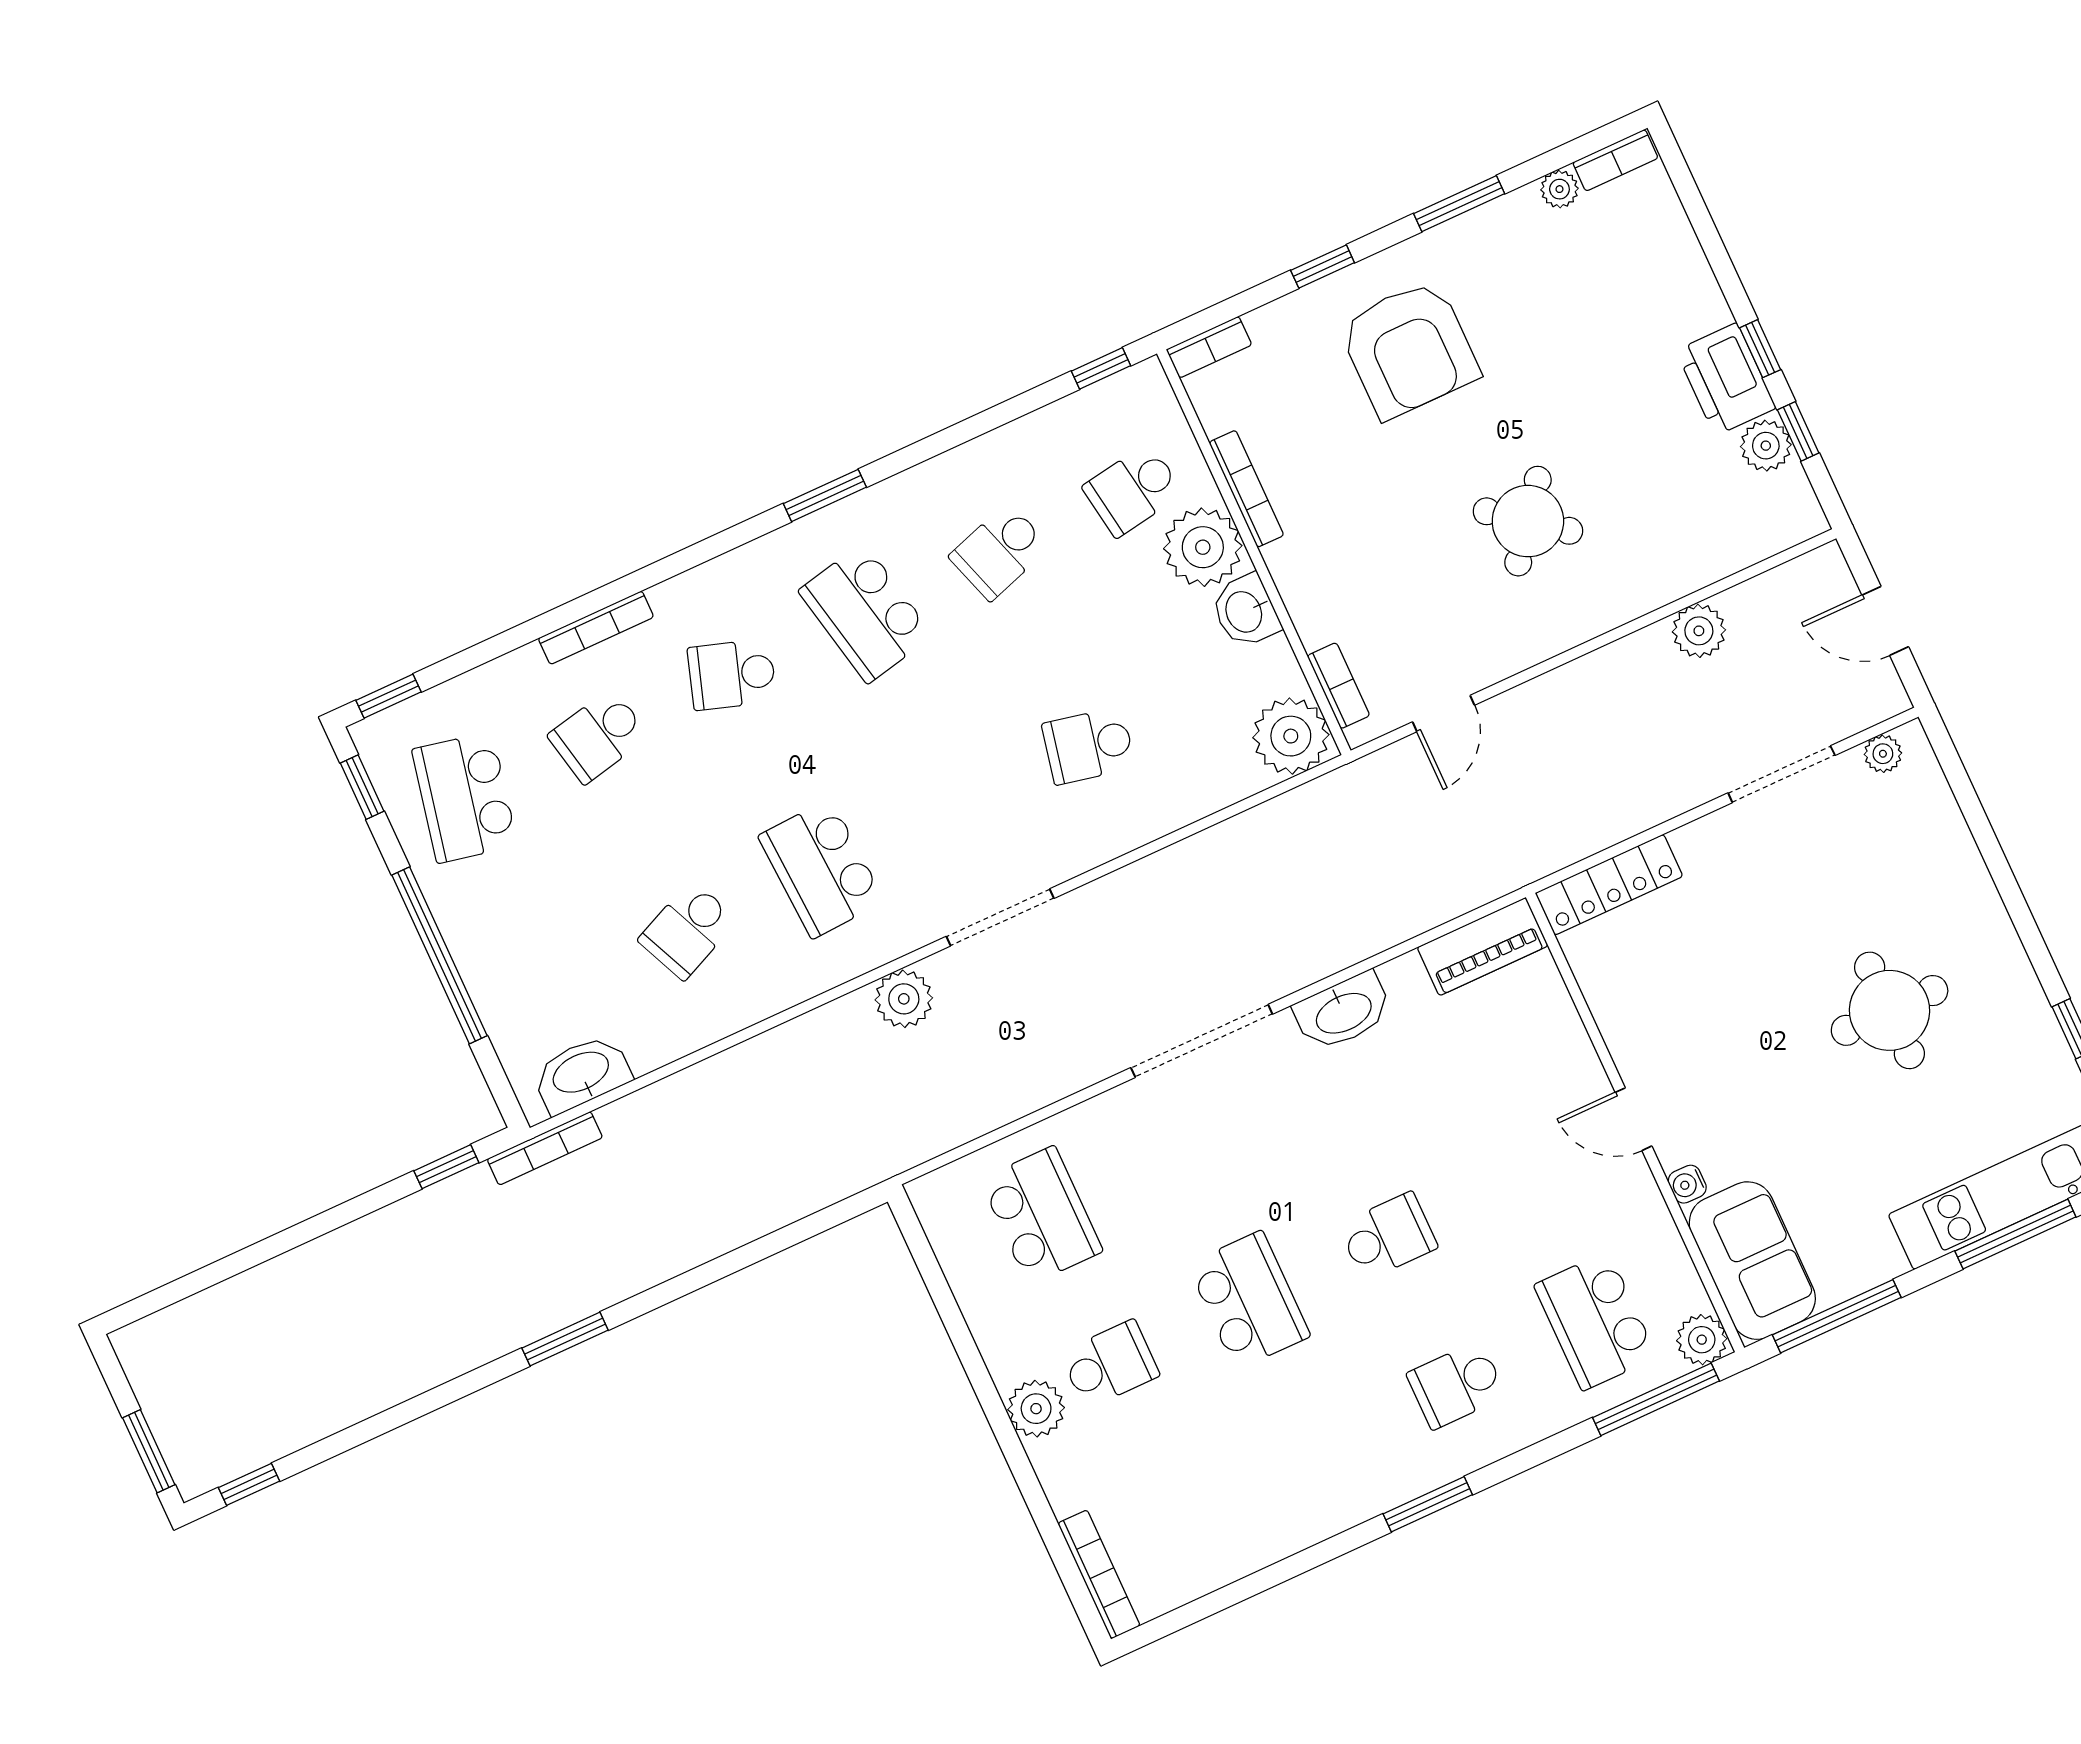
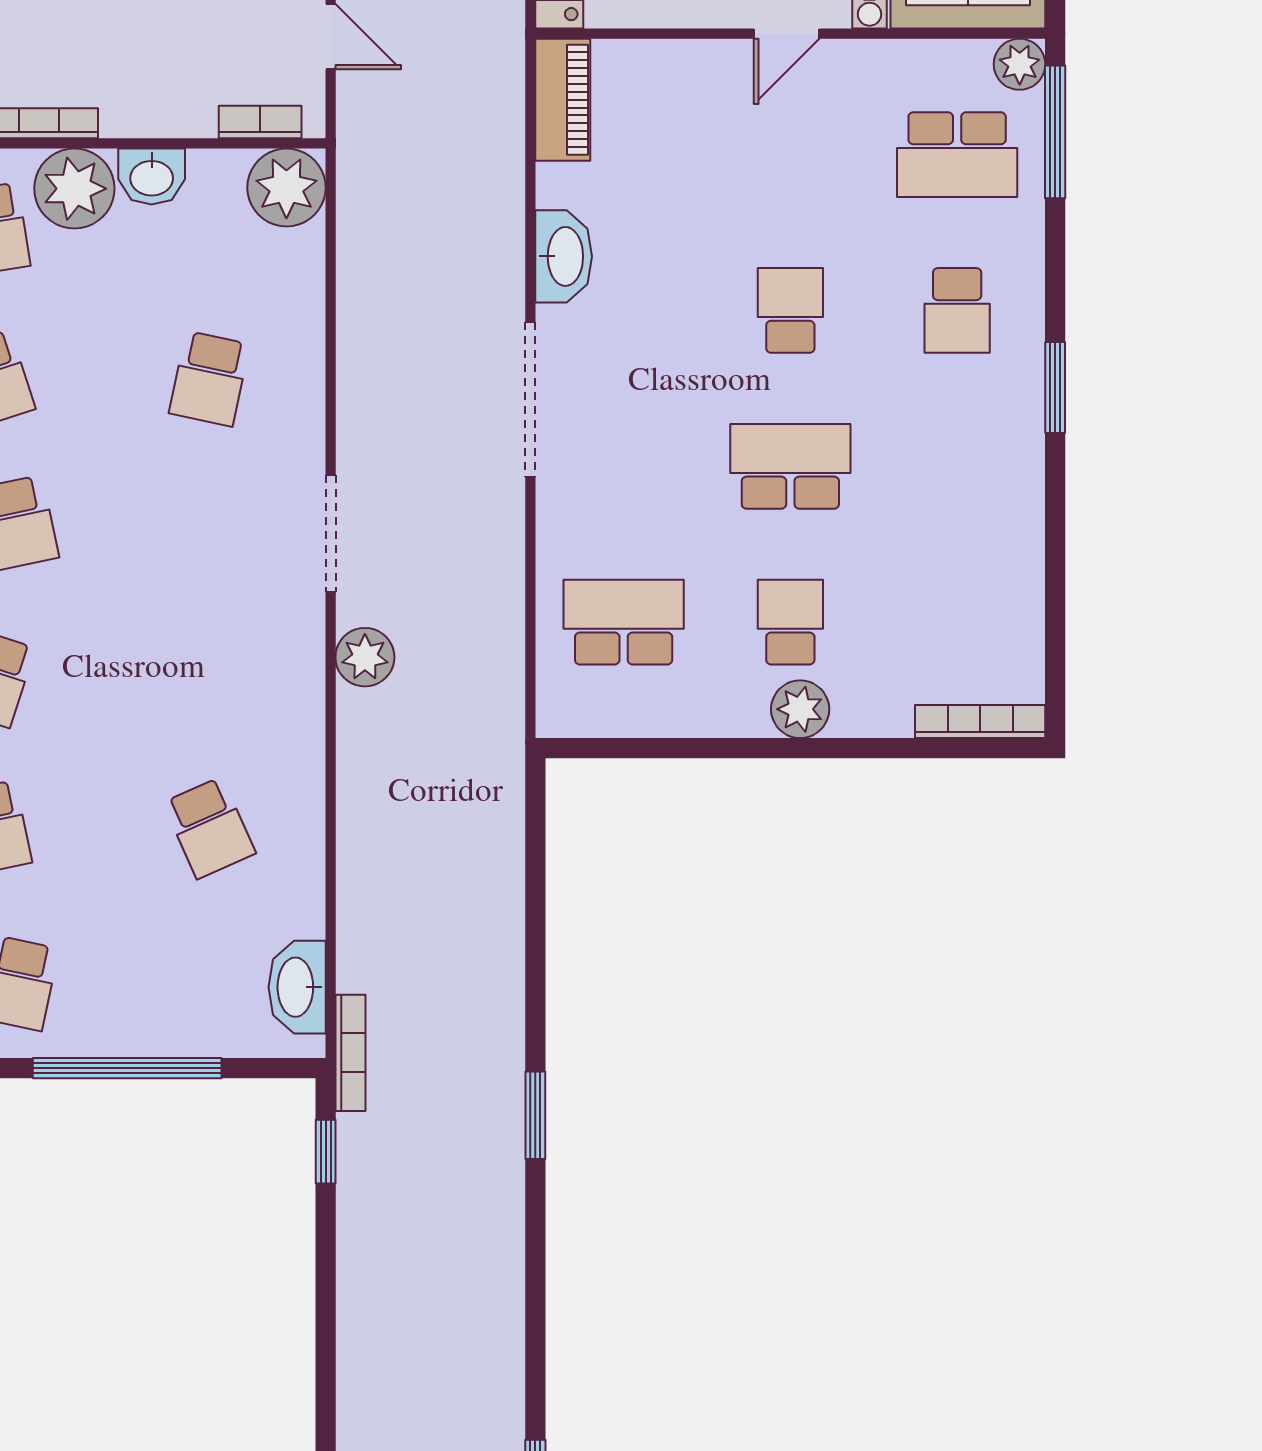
school desk: (821, 869) -> (209, 678), removed

